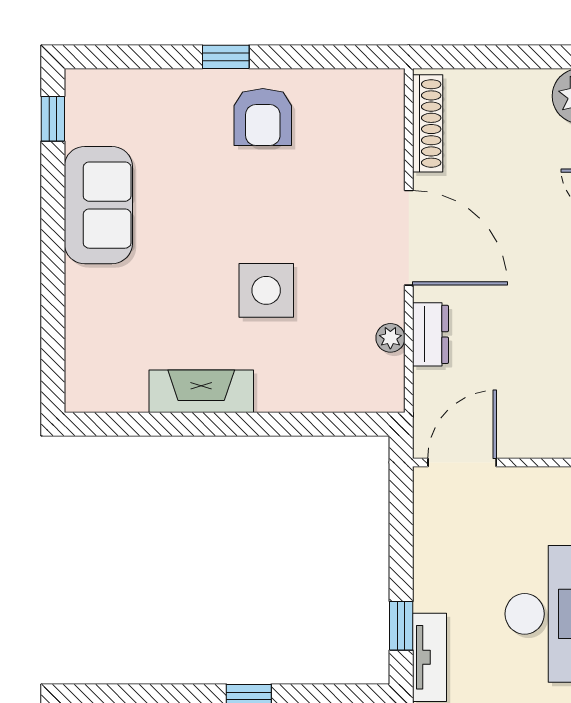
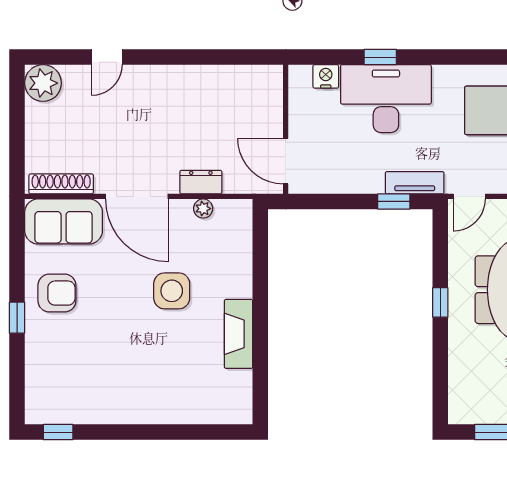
sofa: (98, 205) -> (64, 221), moved, turned 180
door: (409, 238) -> (137, 196), swing flipped

